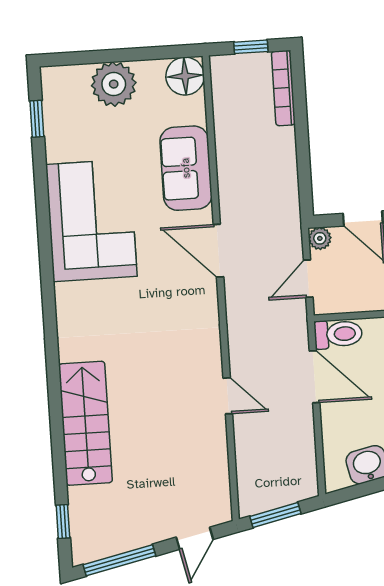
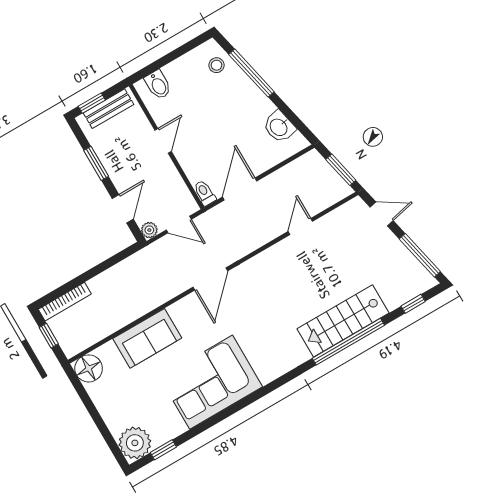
plant: (114, 84) -> (135, 443), moved
door: (218, 251) -> (210, 279), moved
toilet: (338, 334) -> (205, 193), width x0.73, depth x0.72
door: (228, 396) -> (300, 226), moved
window: (56, 417) -> (348, 342), added

